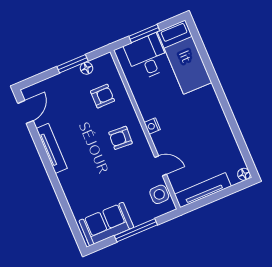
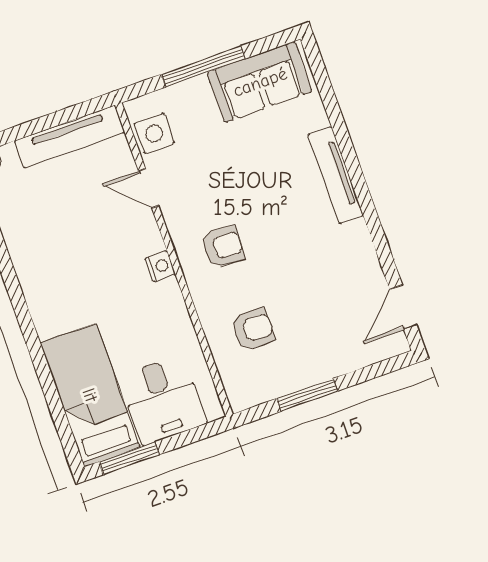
window: (144, 33) -> (129, 458), moved
floor lamp: (87, 68) -> (280, 385), removed
armchair: (102, 96) -> (253, 329), turned 180
tv unit: (52, 148) -> (336, 175), moved

